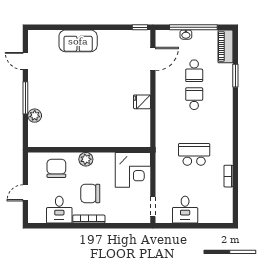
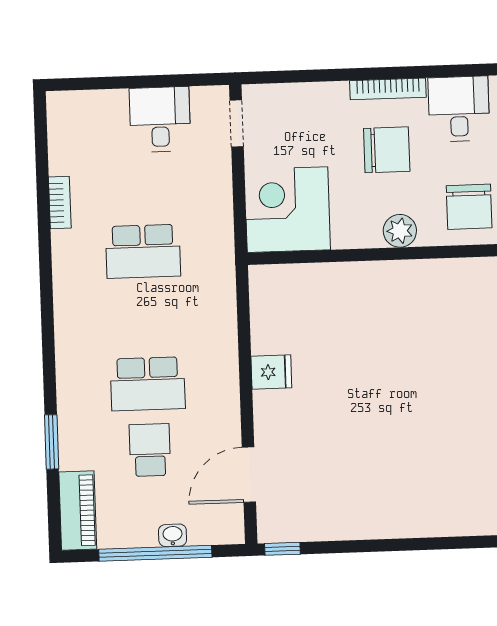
sofa: (78, 41) -> (428, 511), removed
school desk: (194, 99) -> (148, 384), width x1.85

